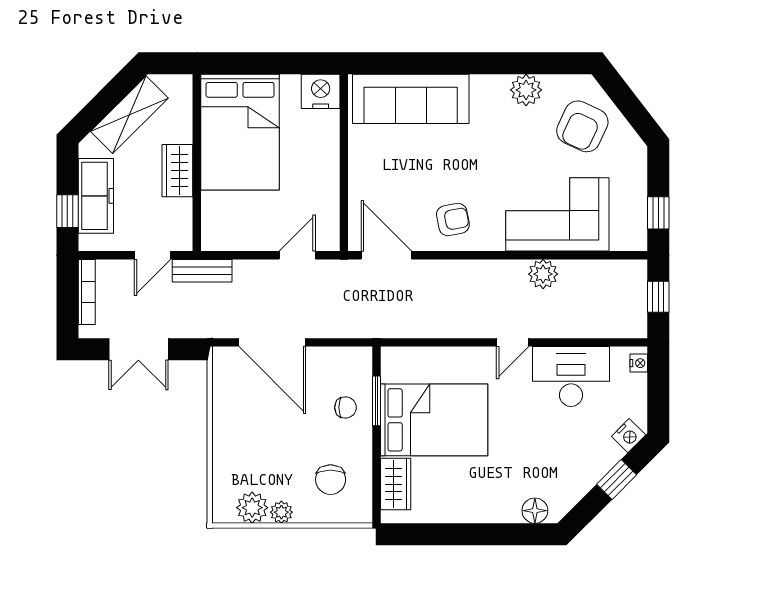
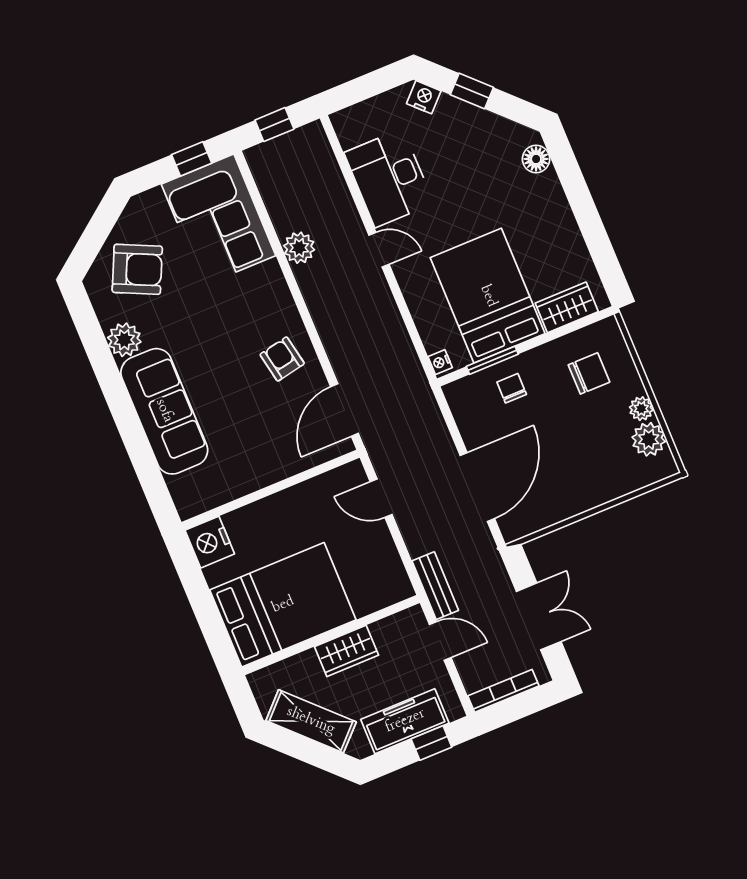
sofa: (411, 99) -> (164, 411), moved
corner sofa: (557, 214) -> (219, 220), moved
nightstand: (639, 363) -> (440, 362), moved, turned -90

